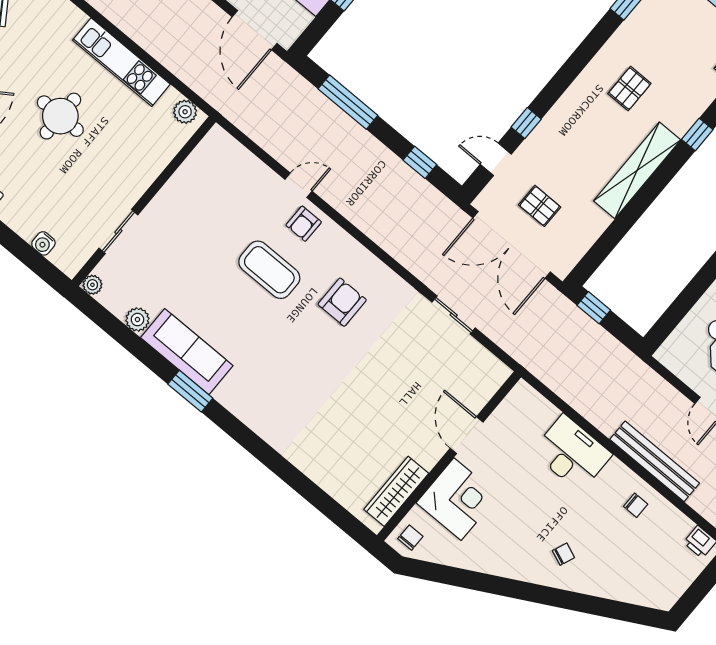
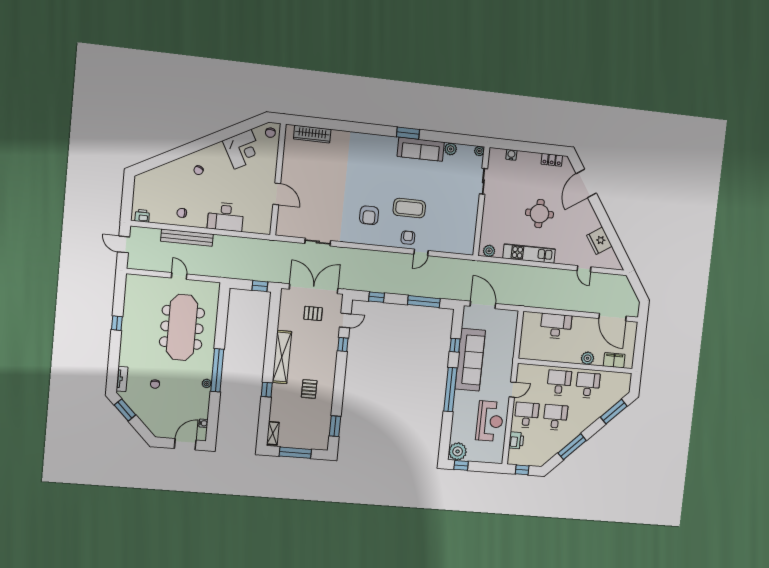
wardrobe: (396, 491) -> (312, 134), moved, turned 90
corner desk: (457, 499) -> (243, 149), moved, turned -118

